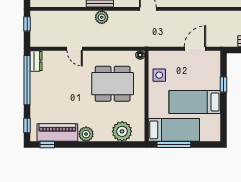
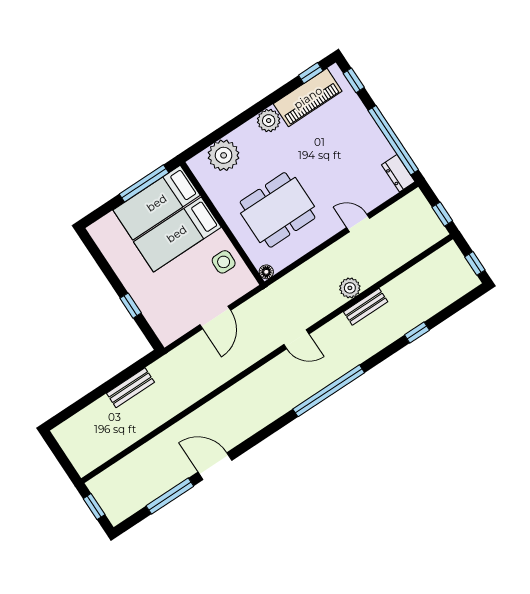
door: (195, 49) -> (215, 318), moved
bed: (195, 102) -> (177, 234), moved, turned 180

